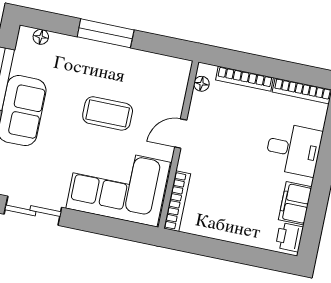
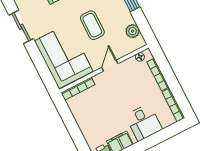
plant: (159, 66) -> (133, 31), added
door: (181, 134) -> (110, 66), hinge flipped

